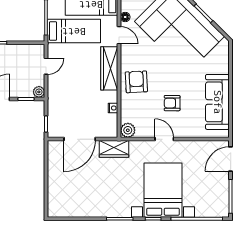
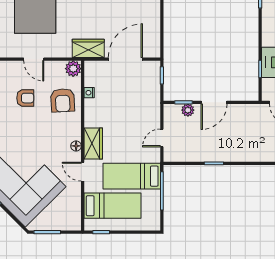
floor lamp: (125, 17) -> (76, 146), moved
wardrobe: (109, 68) -> (93, 143), width x0.67
armchair: (136, 82) -> (63, 100), moved
plant: (39, 92) -> (188, 110), moved

